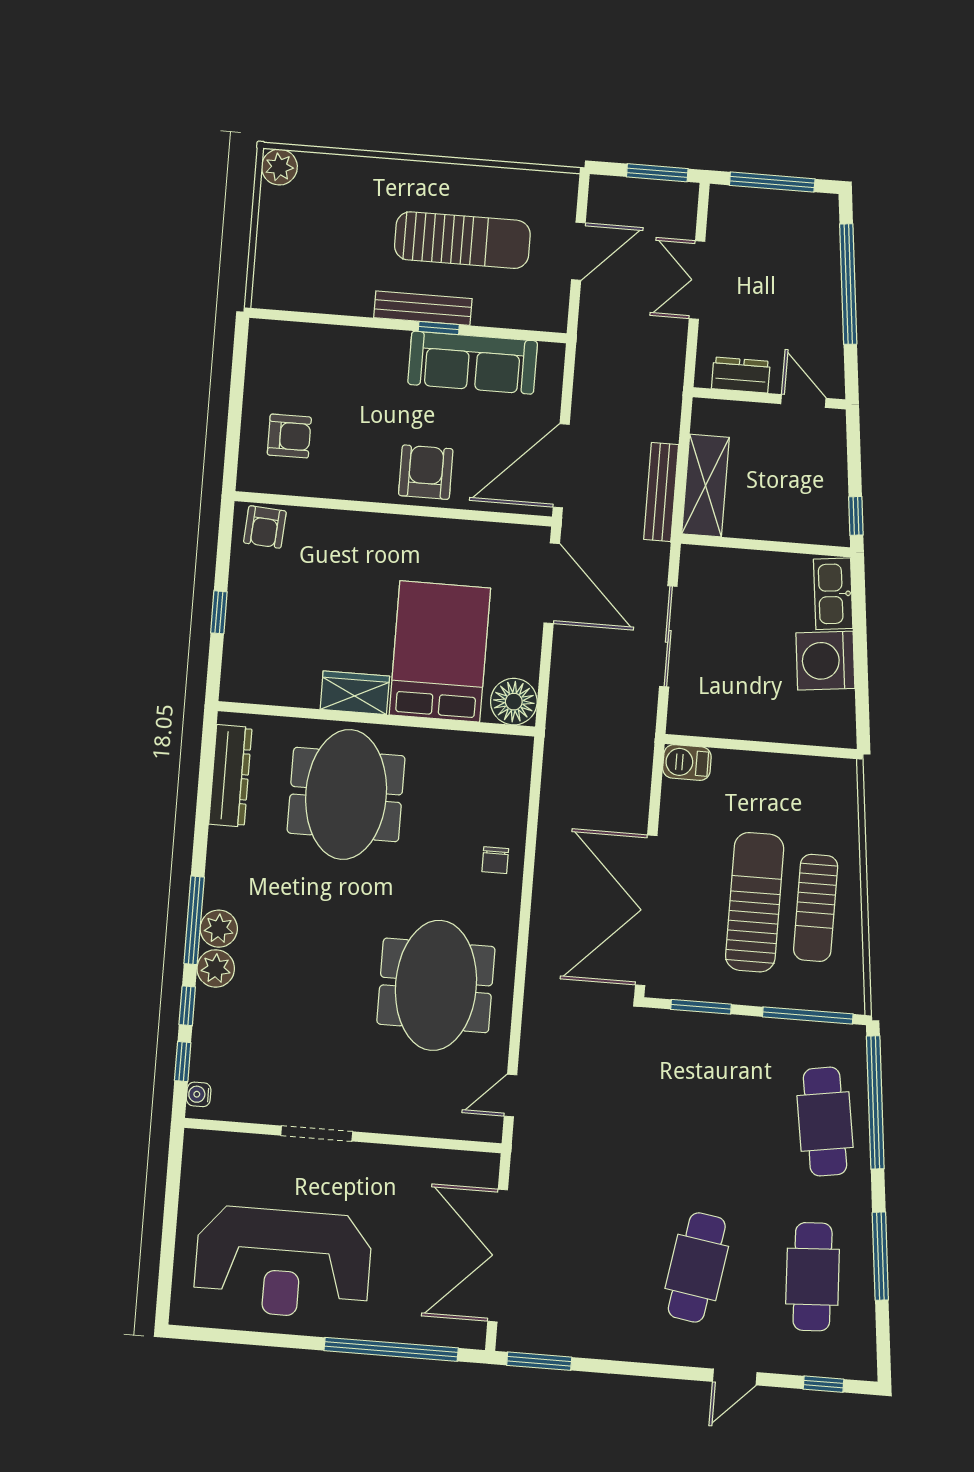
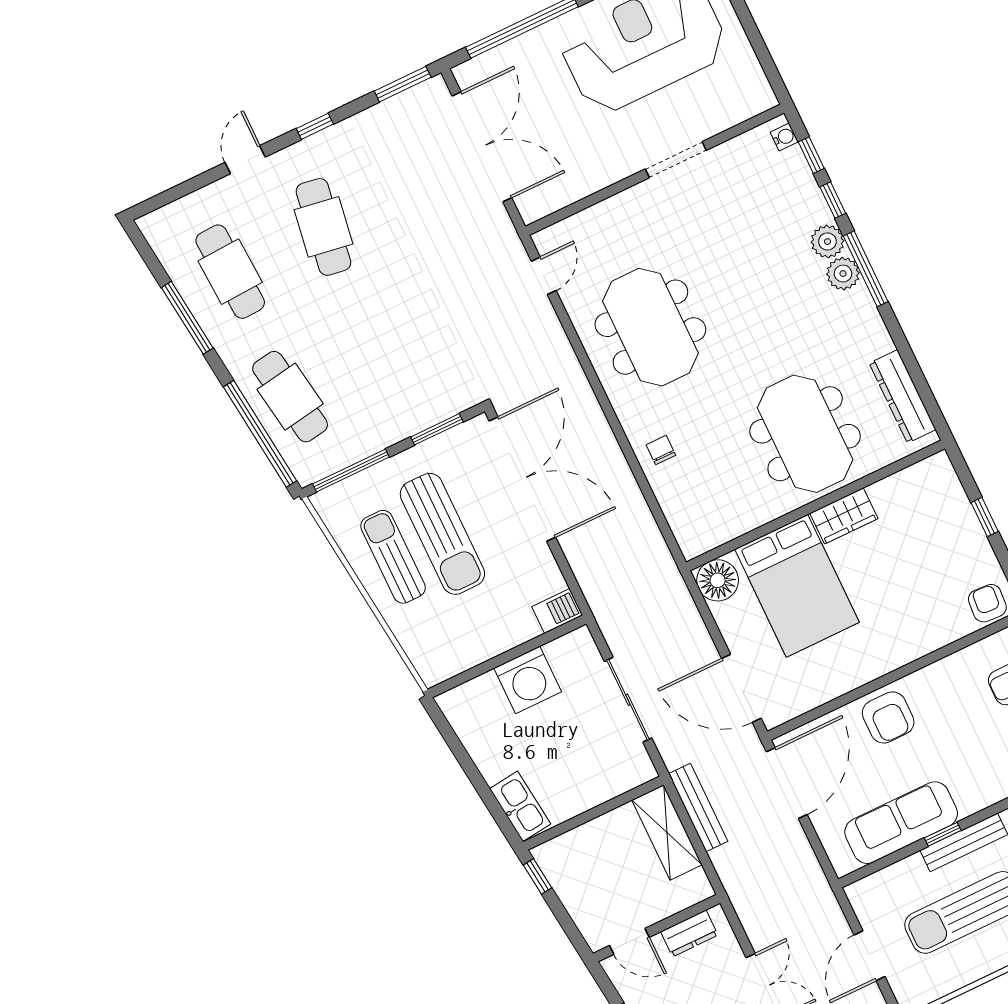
washing machine: (825, 661) -> (528, 680), moved, turned 96
window: (823, 1384) -> (315, 126), moved

